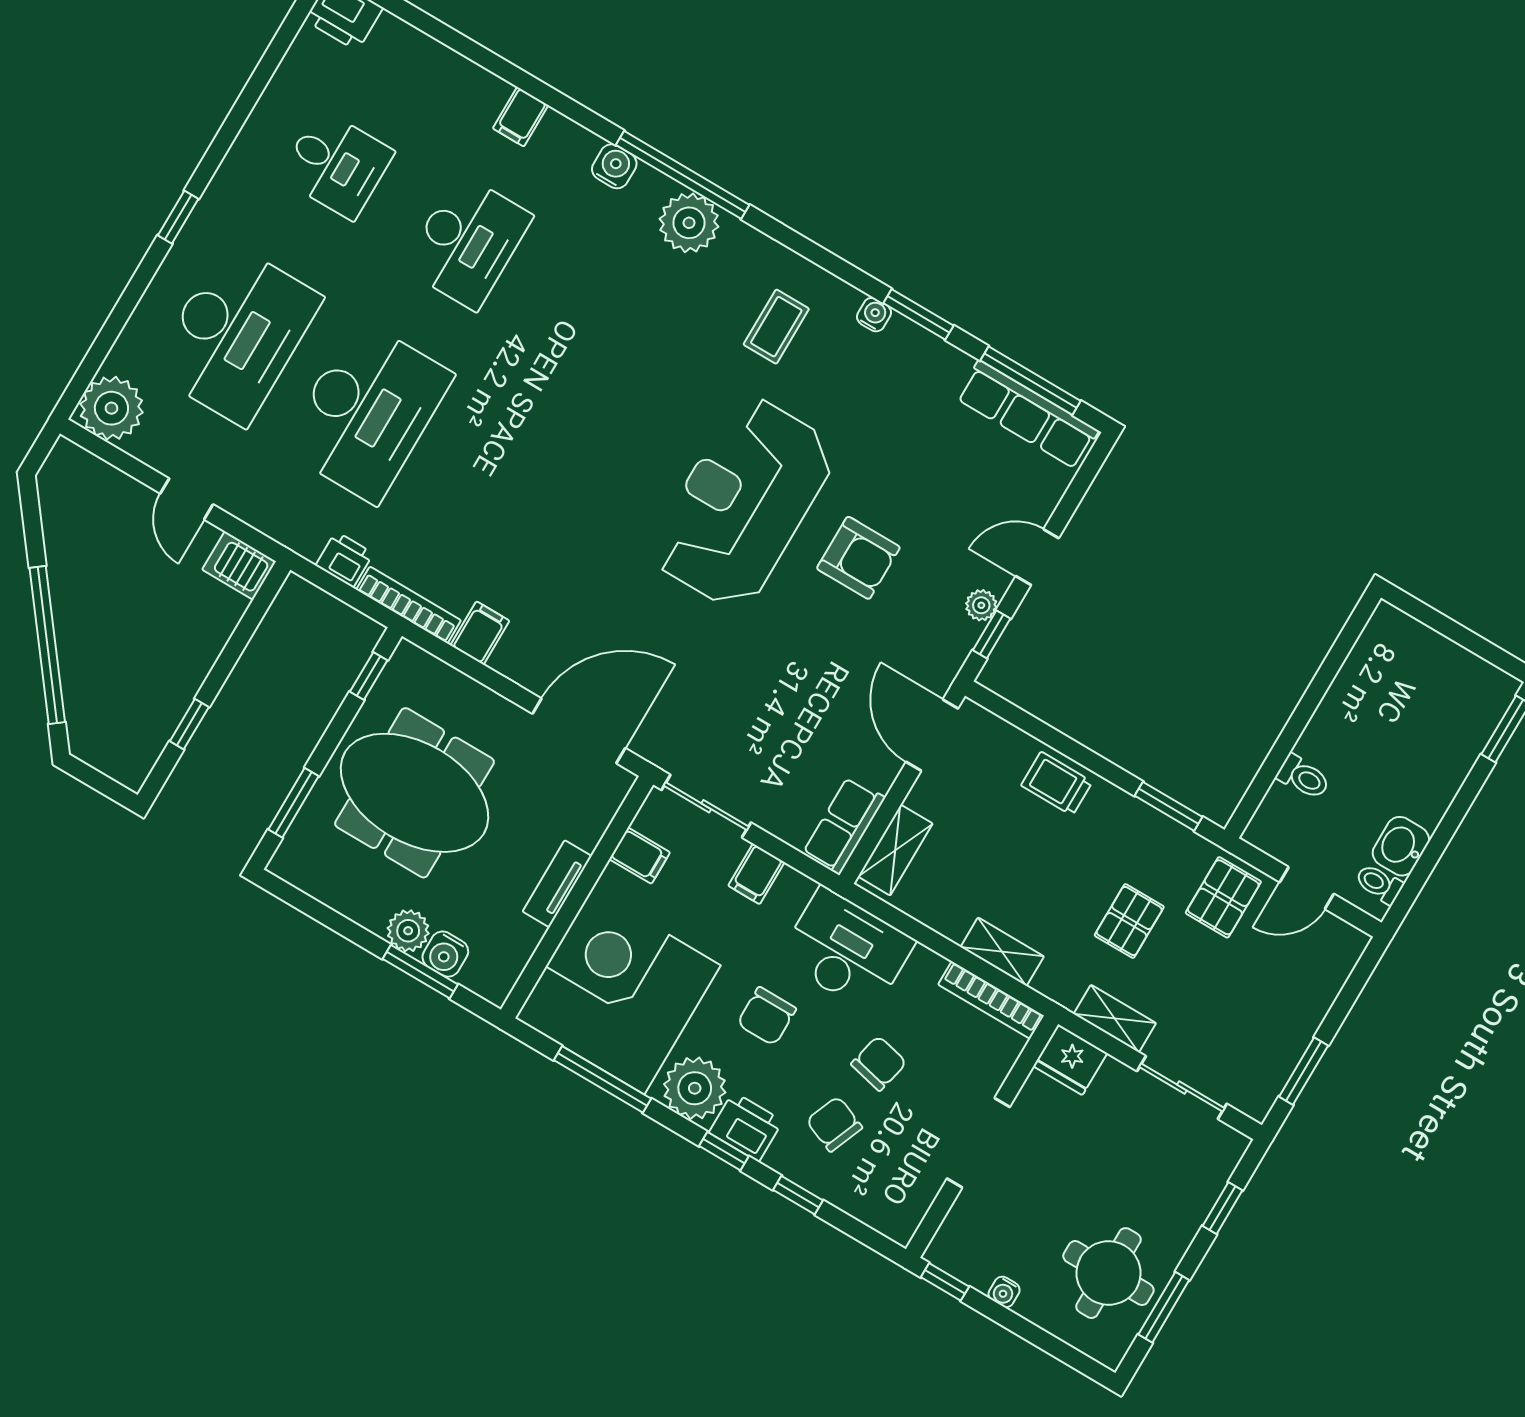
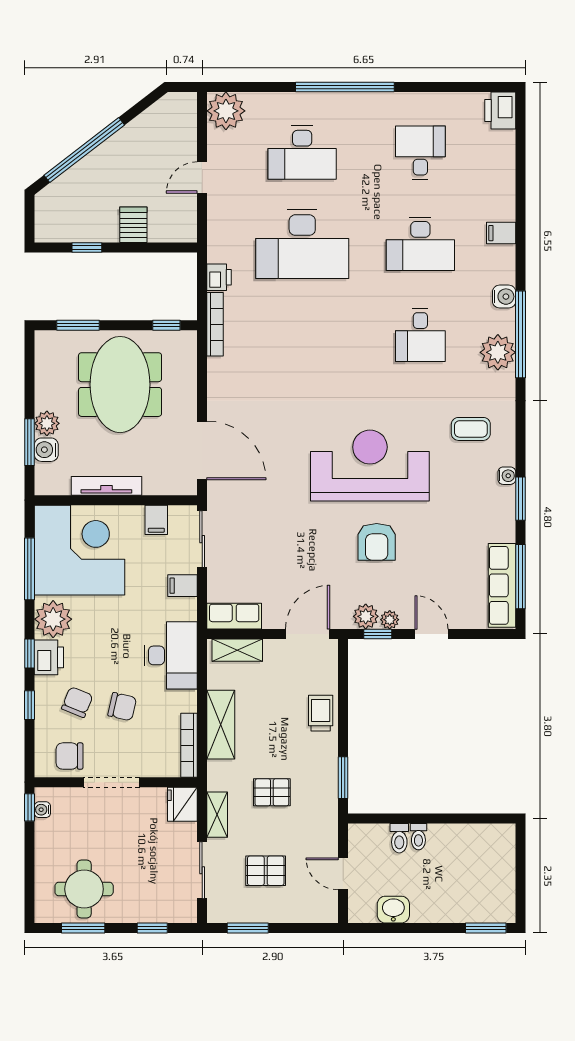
desk: (337, 164) -> (420, 153), turned 180
window: (178, 217) -> (345, 87), width x3.17
desk: (598, 319) -> (420, 335), added
desk: (236, 334) -> (302, 153), width x0.73, depth x0.77
server rack: (239, 565) -> (133, 225), moved
filing cabinet: (480, 633) -> (222, 370), removed
plant: (956, 637) -> (366, 616), added
tv unit: (557, 884) -> (106, 486), width x1.41
toilet: (1379, 884) -> (418, 837), moved, turned 180
pallet: (1223, 897) -> (266, 871), moved
shelving: (1002, 952) -> (221, 725), width x1.50, depth x1.33
chair: (767, 1016) -> (70, 756), moved
water cooler: (1004, 1292) -> (42, 810), moved

